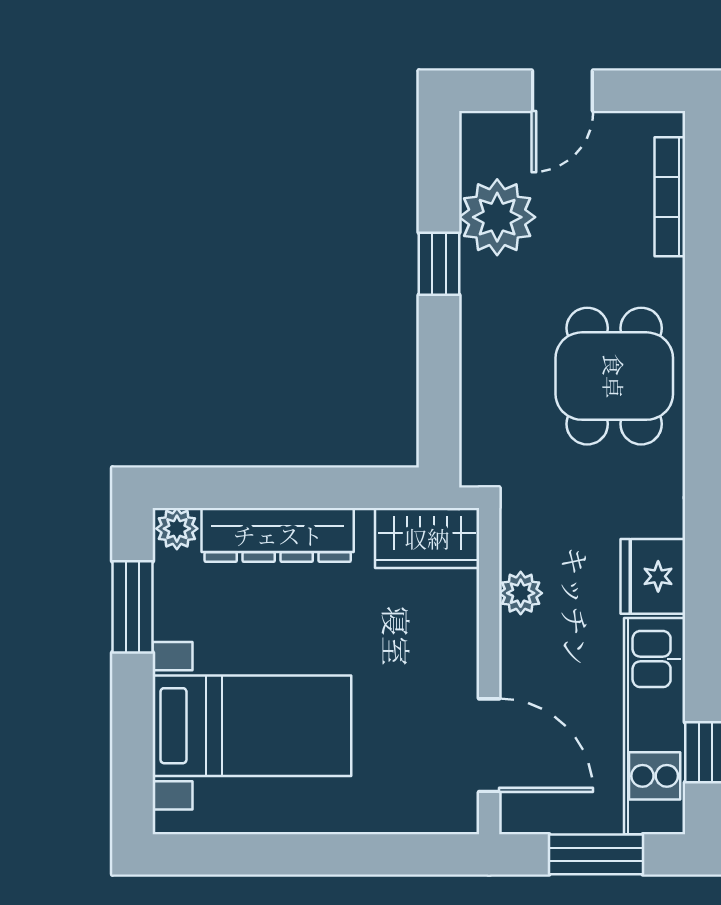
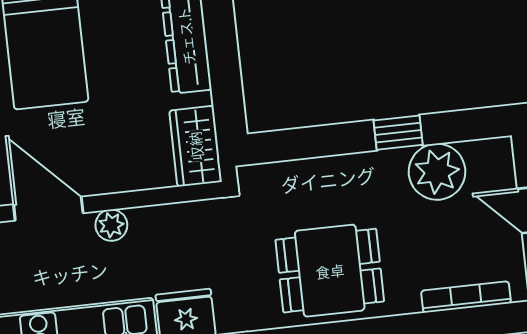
plant: (521, 593) -> (111, 225), moved
door: (489, 745) -> (48, 209), swing flipped

